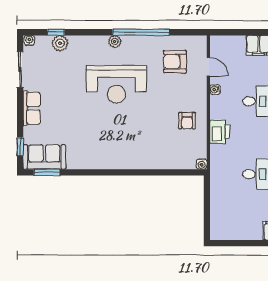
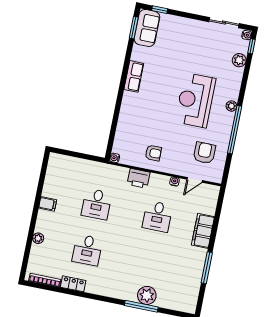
window: (56, 32) -> (251, 46), moved
row of seats: (32, 108) -> (134, 76), moved, turned -90
armchair: (187, 121) -> (153, 153), turned 180

